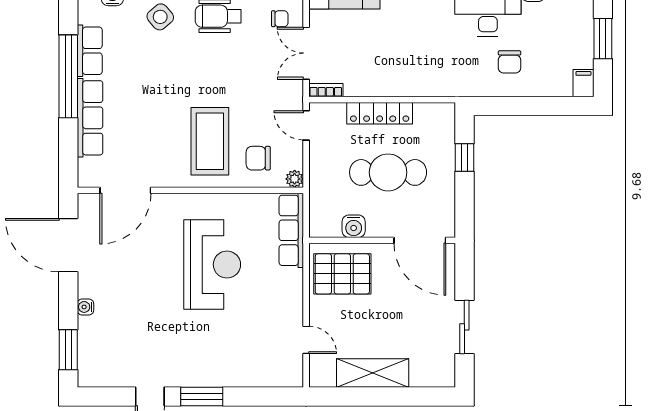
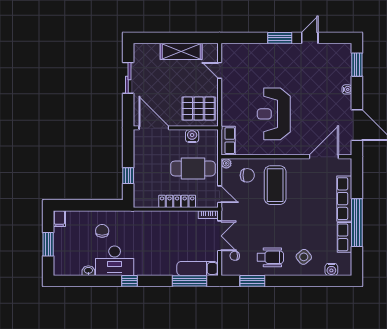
cafe table: (388, 172) -> (193, 168), moved
row of seats: (291, 230) -> (228, 141), width x0.68

